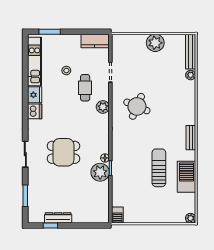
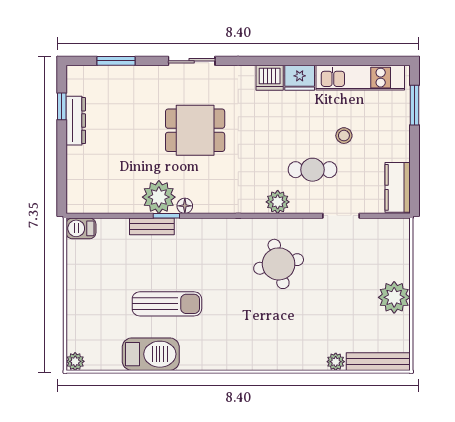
round table: (137, 106) -> (279, 264), turned -36
bench: (191, 138) -> (152, 226), moved
dining table: (63, 152) -> (195, 130), turned 90

